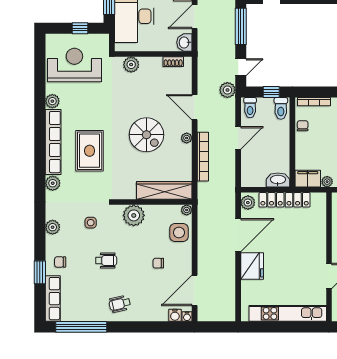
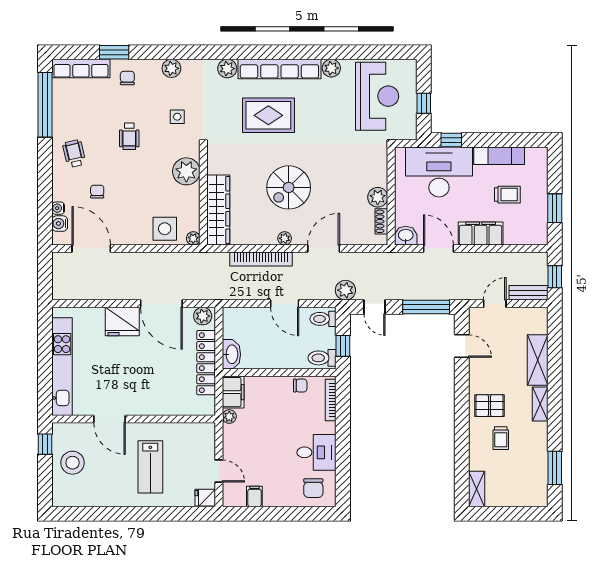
plant: (131, 65) -> (378, 197), moved
chair: (158, 263) -> (97, 192), moved
water cooler: (187, 317) -> (58, 208), moved

